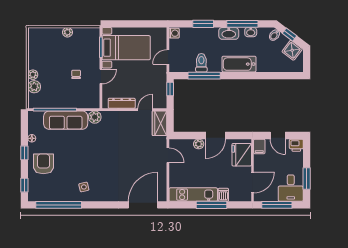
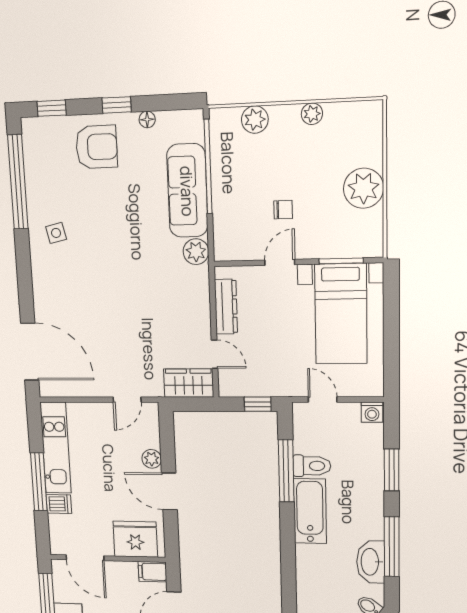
plant: (67, 32) -> (364, 188), width x1.87, depth x1.87
washbasin: (251, 32) -> (371, 562), width x1.91, depth x1.45
washbasin: (229, 33) -> (372, 520), removed
bathtub: (239, 64) -> (310, 511), moved
plant: (33, 75) -> (312, 114), moved
door: (101, 76) -> (280, 262), swing flipped

